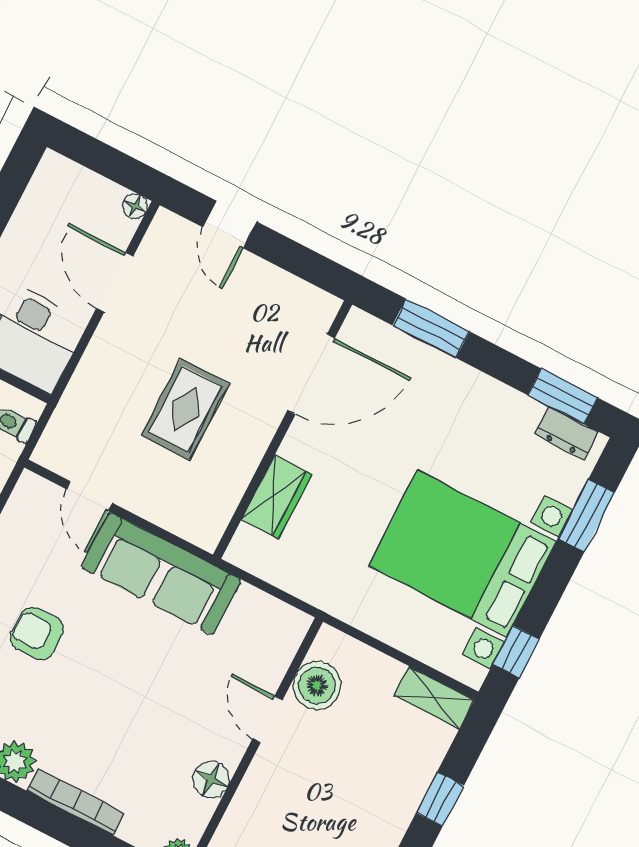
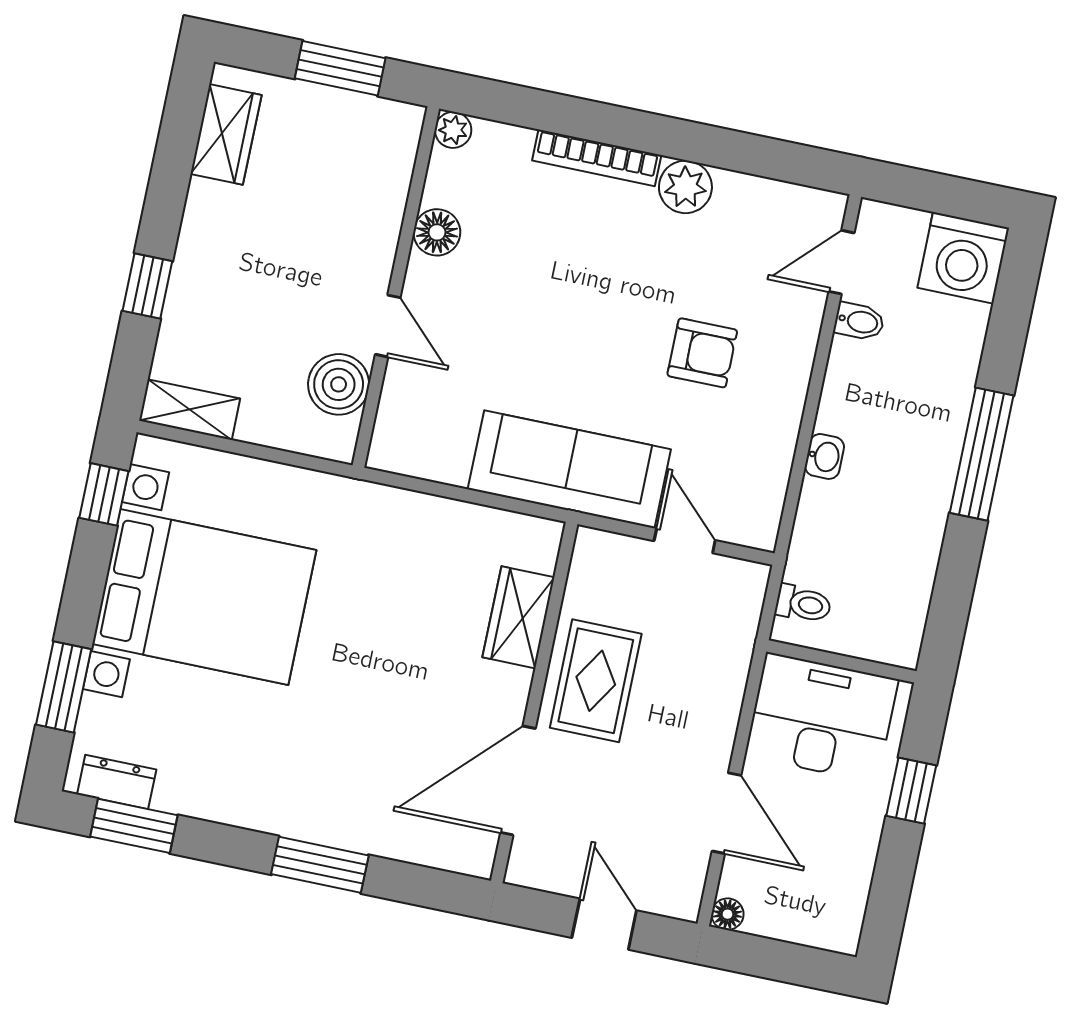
door: (311, 374) -> (518, 781), moved
wall: (283, 430) -> (534, 703), moved
wardrobe: (277, 497) -> (519, 617), moved

